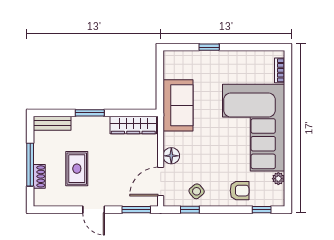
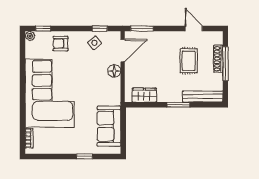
sofa: (178, 105) -> (109, 126), moved
bench: (52, 123) -> (203, 97), width x1.36
wardrobe: (133, 125) -> (144, 95), width x0.67
shoe rack: (39, 176) -> (218, 59), width x1.43
plant: (278, 179) -> (30, 36), moved
door: (94, 210) -> (194, 29), moved

